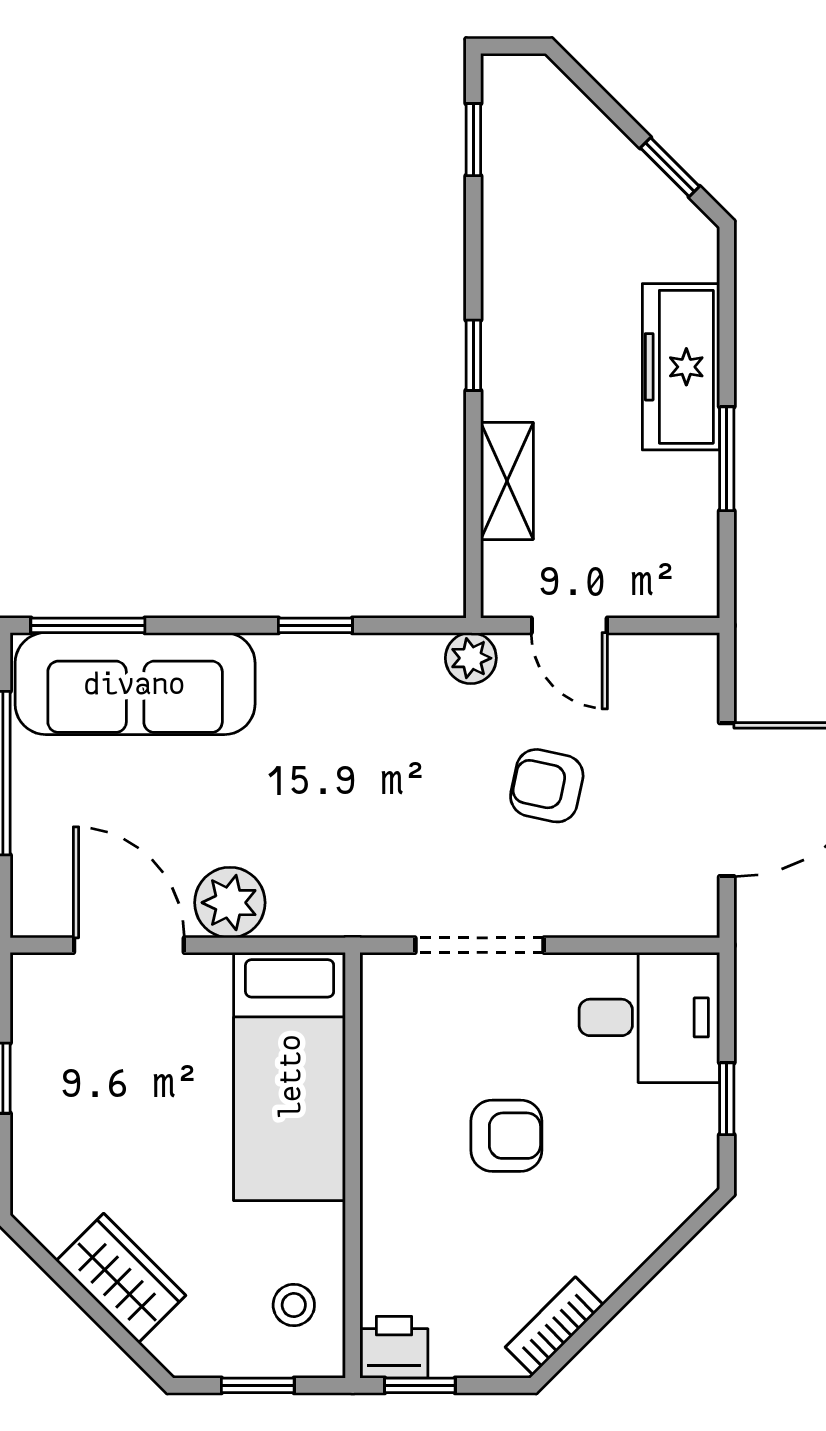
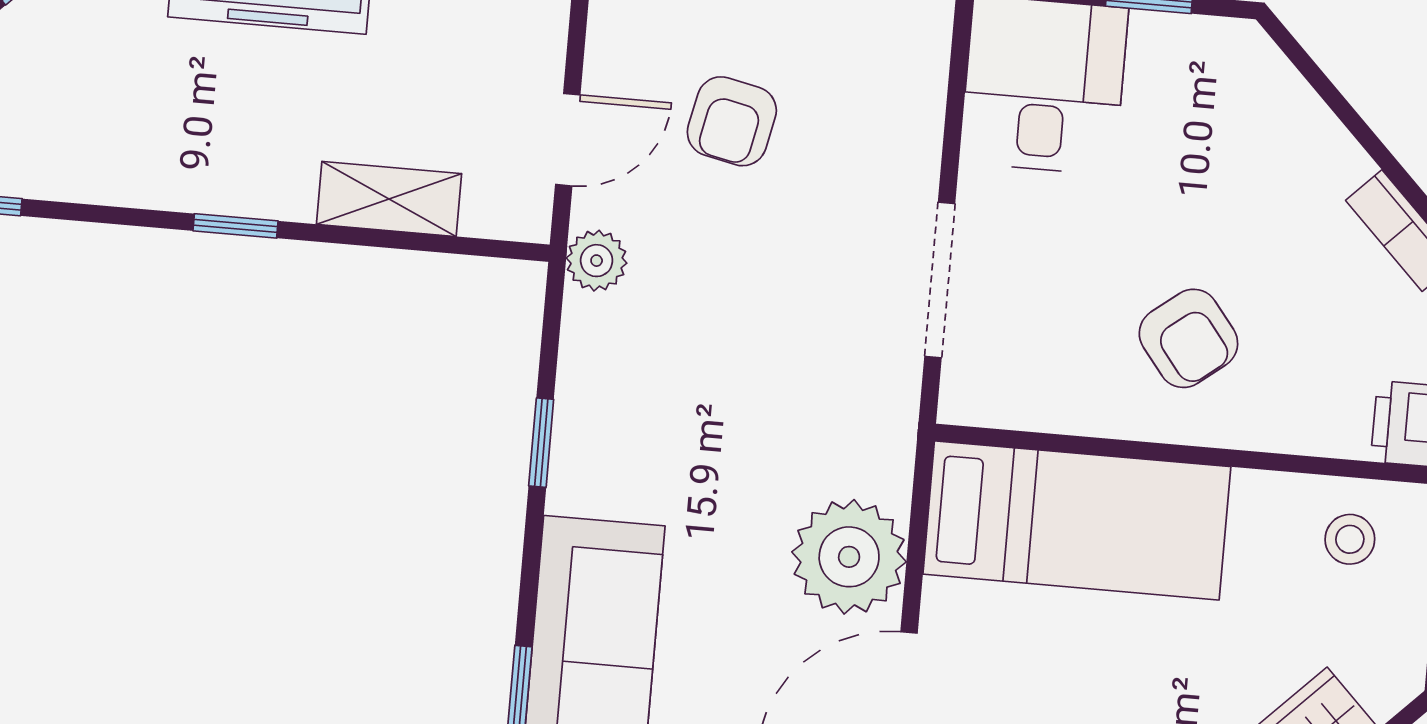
armchair: (547, 786) -> (732, 121), moved
plant: (230, 903) -> (849, 557), width x1.36, depth x1.36
armchair: (506, 1136) -> (1188, 338), moved, turned 142

